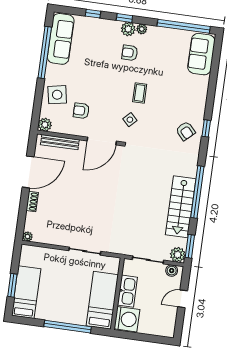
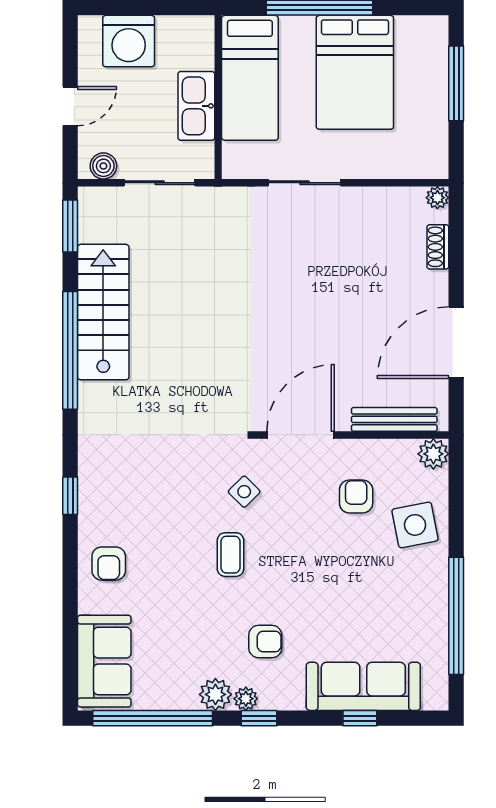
window: (124, 18) -> (259, 718), moved
plant: (128, 29) -> (215, 694), moved
sofa: (61, 39) -> (363, 686), moved, turned 90
armchair: (81, 111) -> (356, 496), turned -90
armchair: (185, 131) -> (109, 564), moved, turned -137
shoe rack: (32, 202) -> (438, 247), moved
plant: (178, 255) -> (95, 204), removed
window: (12, 285) -> (456, 83), width x1.44
bed: (26, 292) -> (355, 72), moved, width x1.50
washing machine: (127, 319) -> (129, 41), moved, turned -90

